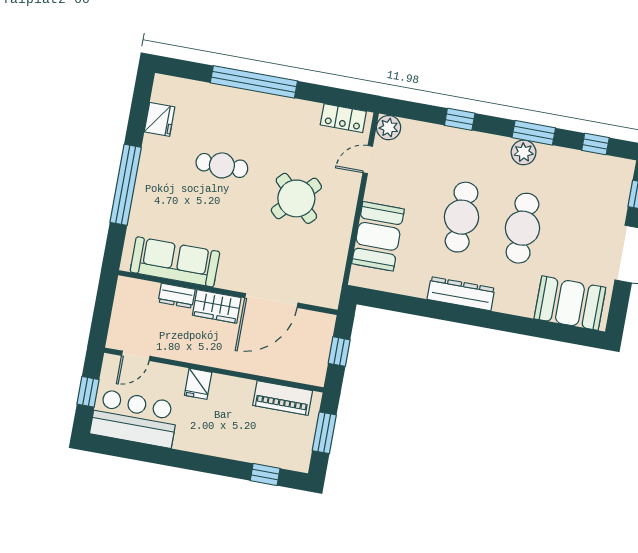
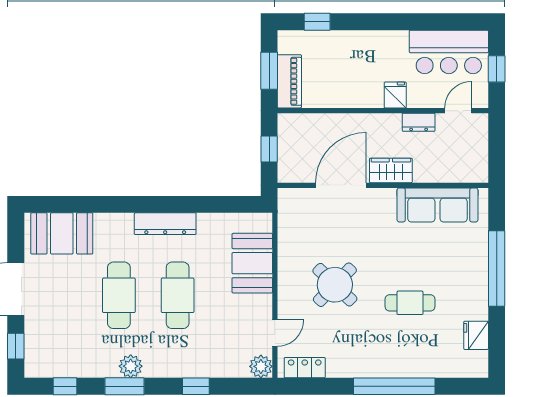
dresser: (177, 296) -> (419, 122), moved, turned 180
piano: (283, 398) -> (289, 81), moved, turned 90

